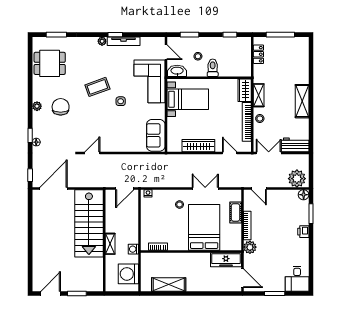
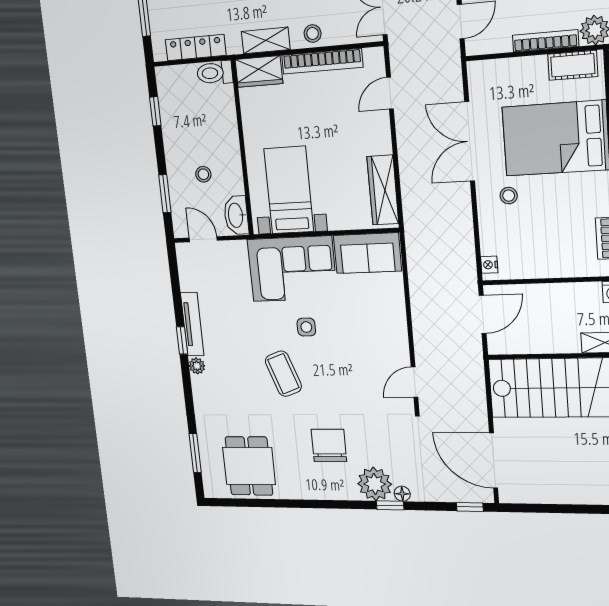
door: (166, 52) -> (203, 239), hinge flipped
locker: (258, 54) -> (196, 48), width x1.53
toilet: (213, 68) -> (215, 73), moved
corner sofa: (150, 81) -> (292, 269), moved
plant: (37, 106) -> (375, 484), moved, width x1.87, depth x1.87
chair: (61, 107) -> (329, 446), turned 90
wardrobe: (198, 146) -> (383, 190), moved
door: (92, 153) -> (415, 382), hinge flipped
door: (125, 188) -> (483, 314), hinge flipped
double door: (205, 188) -> (470, 142), width x1.37
cot: (236, 212) -> (573, 65), moved

